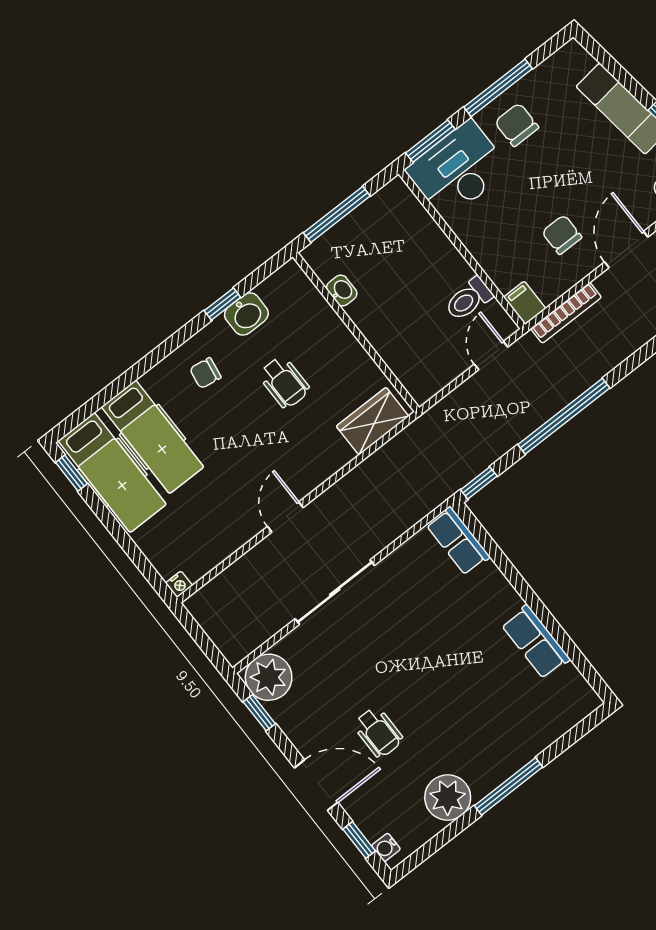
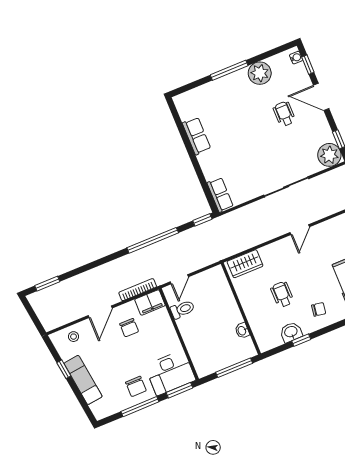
filing cabinet: (525, 303) -> (150, 302), width x2.00

